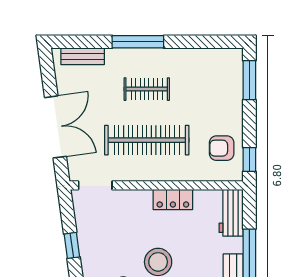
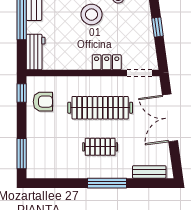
locker: (173, 200) -> (107, 62), moved

